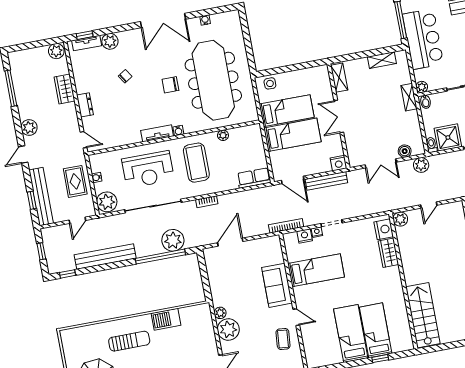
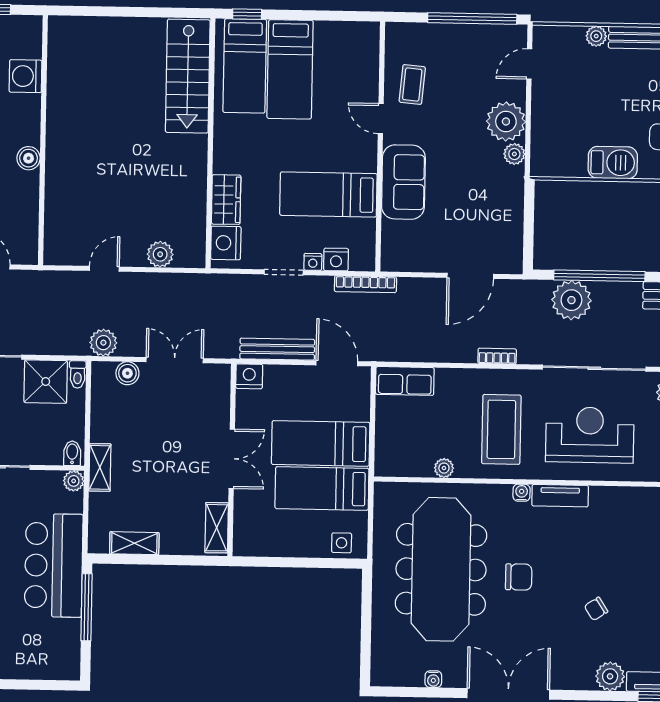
nightstand: (384, 229) -> (226, 243), moved
wardrobe: (388, 253) -> (226, 200), moved
wall: (403, 281) -> (210, 143), moved
stairs: (423, 315) -> (188, 76), moved

